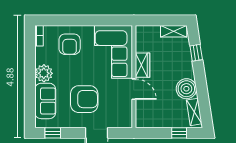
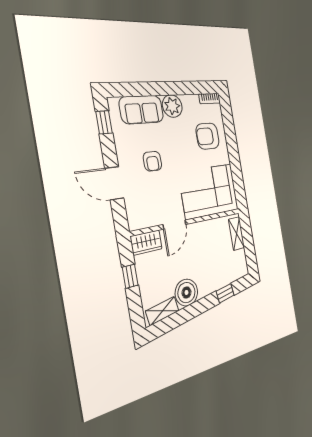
shelving: (174, 31) -> (237, 234), moved
wardrobe: (143, 65) -> (146, 243), moved
armchair: (84, 99) -> (152, 161), width x0.53, depth x0.53
window: (179, 133) -> (130, 276), moved

